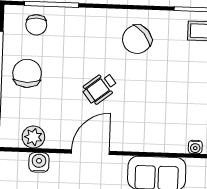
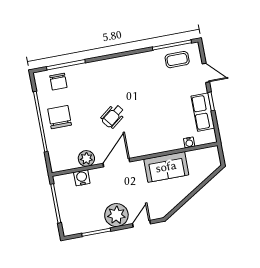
chair: (137, 39) -> (131, 76), removed
plant: (33, 137) -> (86, 158), moved

